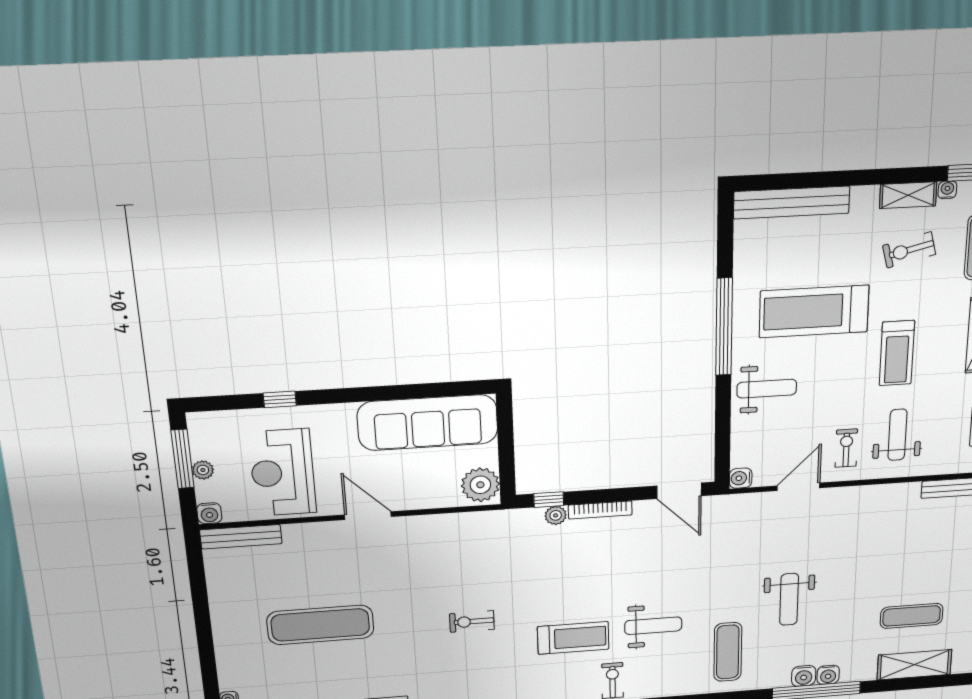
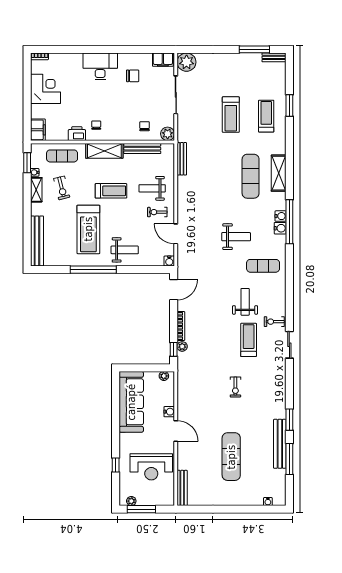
weight bench: (767, 389) -> (125, 250), turned 90
plant: (203, 470) -> (131, 501), moved
plant: (480, 485) -> (164, 376), width x0.53, depth x0.53
water cooler: (209, 513) -> (169, 412), moved
door: (368, 516) -> (176, 431), swing flipped
exercise mat: (912, 616) -> (251, 176), width x1.36, depth x1.45

